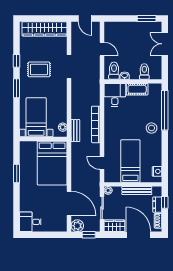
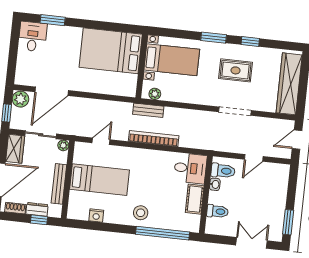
rug: (39, 69) -> (236, 70), turned 90
bed: (52, 163) -> (111, 51), moved
nightstand: (157, 171) -> (96, 216), moved
window: (17, 174) -> (53, 20), moved

